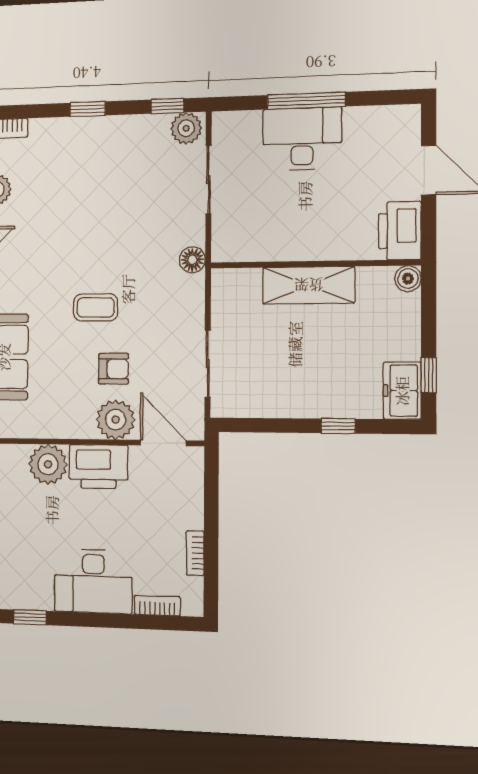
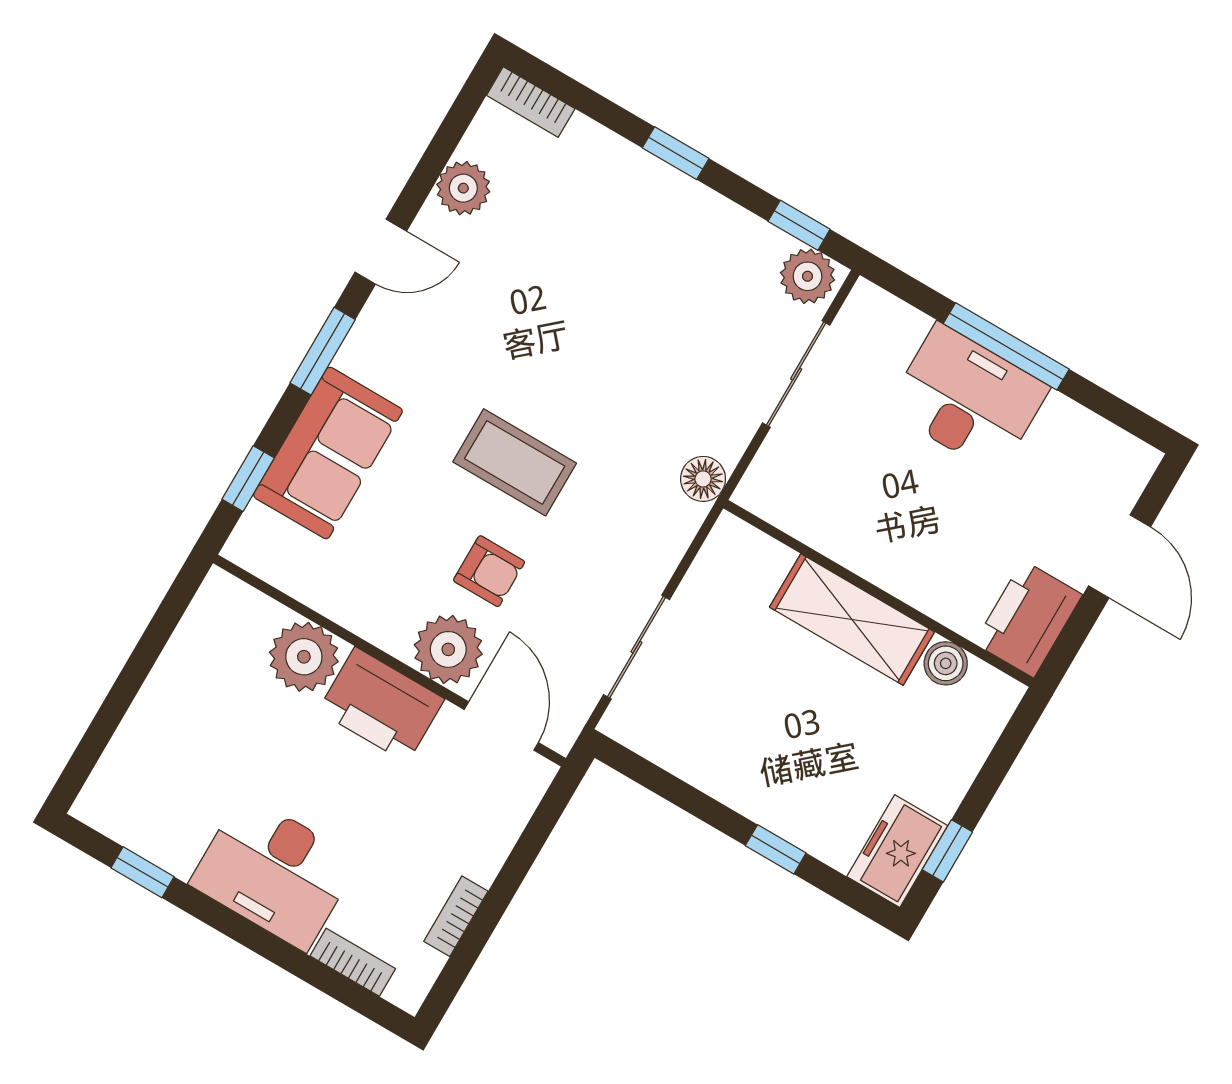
boiler: (408, 279) -> (946, 663), moved
coffee table: (96, 307) -> (515, 462), width x1.36, depth x1.30

